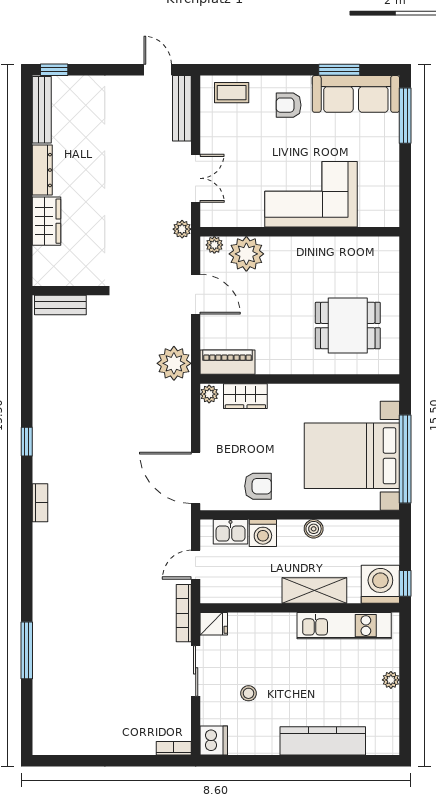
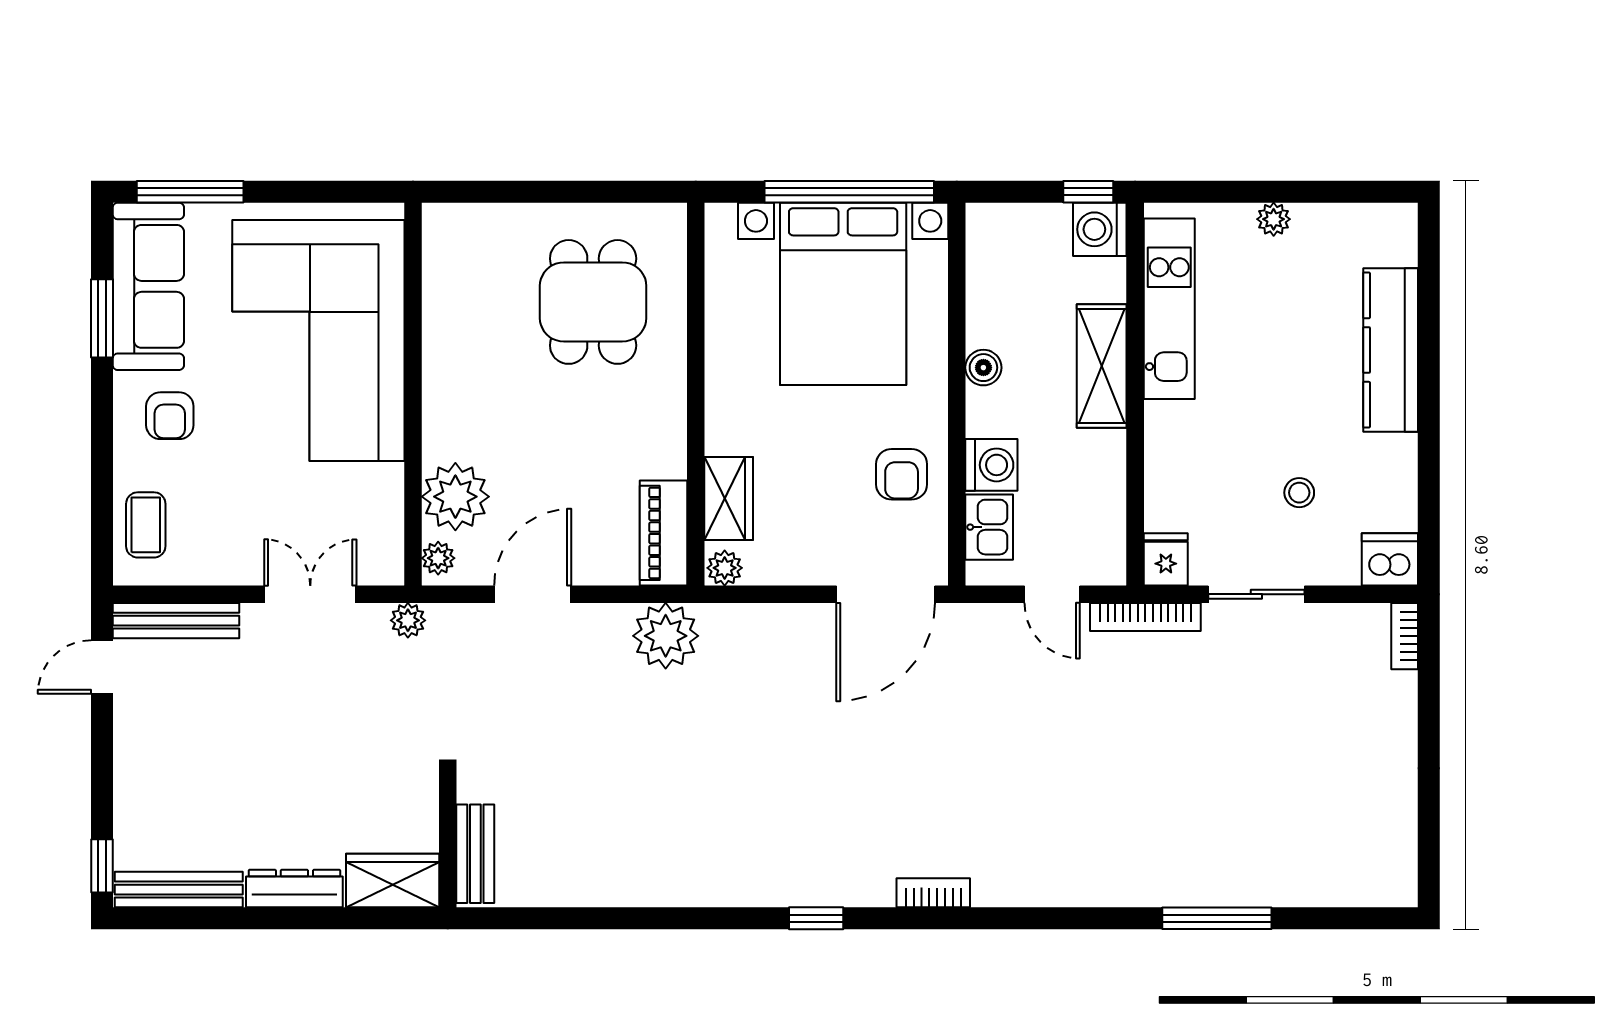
corner sofa: (311, 194) -> (318, 341), width x1.36, depth x1.36
wall: (66, 291) -> (448, 842), moved
bench: (60, 305) -> (475, 854), moved
armchair: (258, 486) -> (902, 474), turned 180
washing machine: (380, 584) -> (1100, 229), width x0.73, depth x0.73

